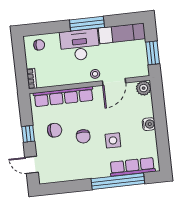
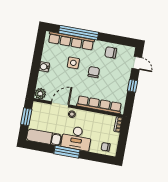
chair: (55, 130) -> (111, 52), moved
row of seats: (132, 167) -> (71, 41), width x1.36

